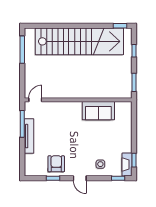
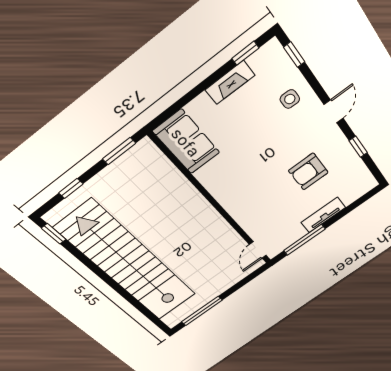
door: (35, 100) -> (258, 250), hinge flipped
sofa: (98, 111) -> (186, 142), moved
tv unit: (29, 136) -> (323, 215), width x0.71
armchair: (56, 164) -> (308, 172), moved
fireplace: (127, 165) -> (230, 83), moved

